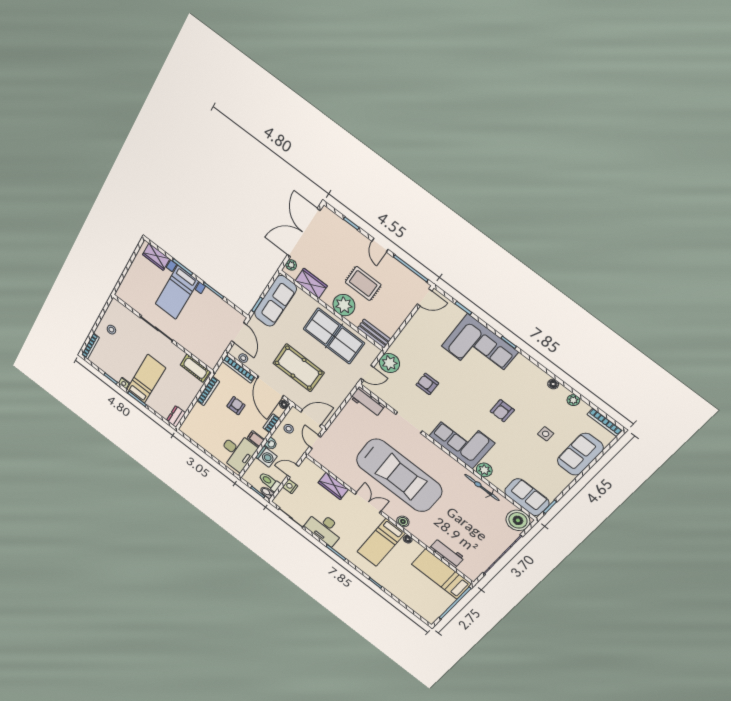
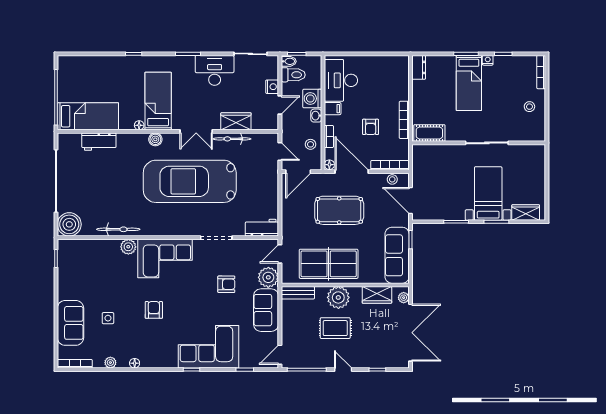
bicycle: (345, 477) -> (232, 139), added
sofa: (527, 497) -> (266, 310), moved, turned 90

